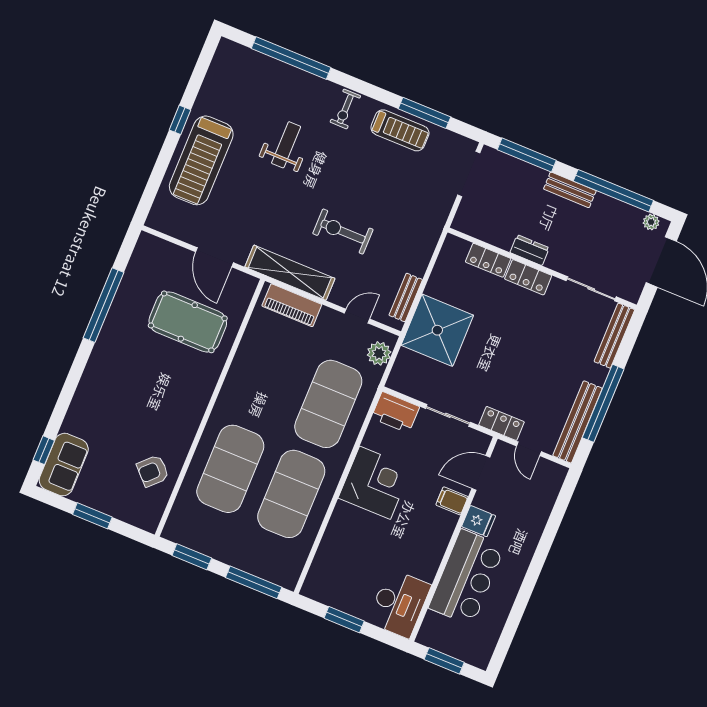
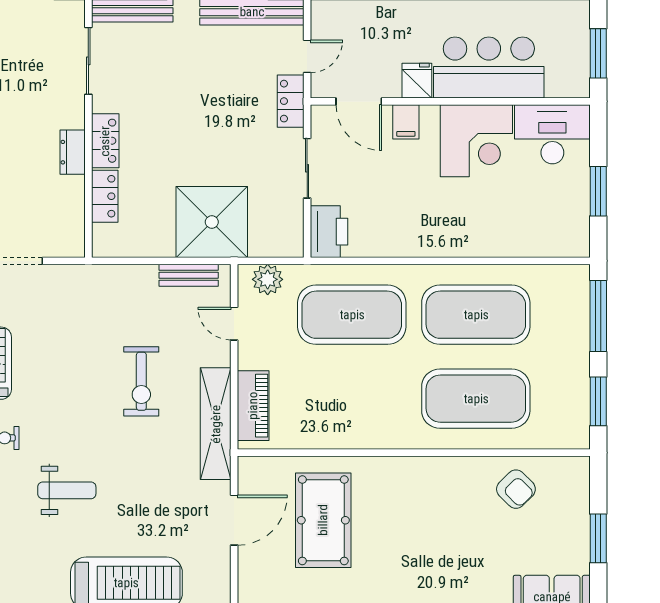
weight bench: (286, 145) -> (67, 490), turned 180
corner desk: (375, 483) -> (476, 141), moved, turned 180

